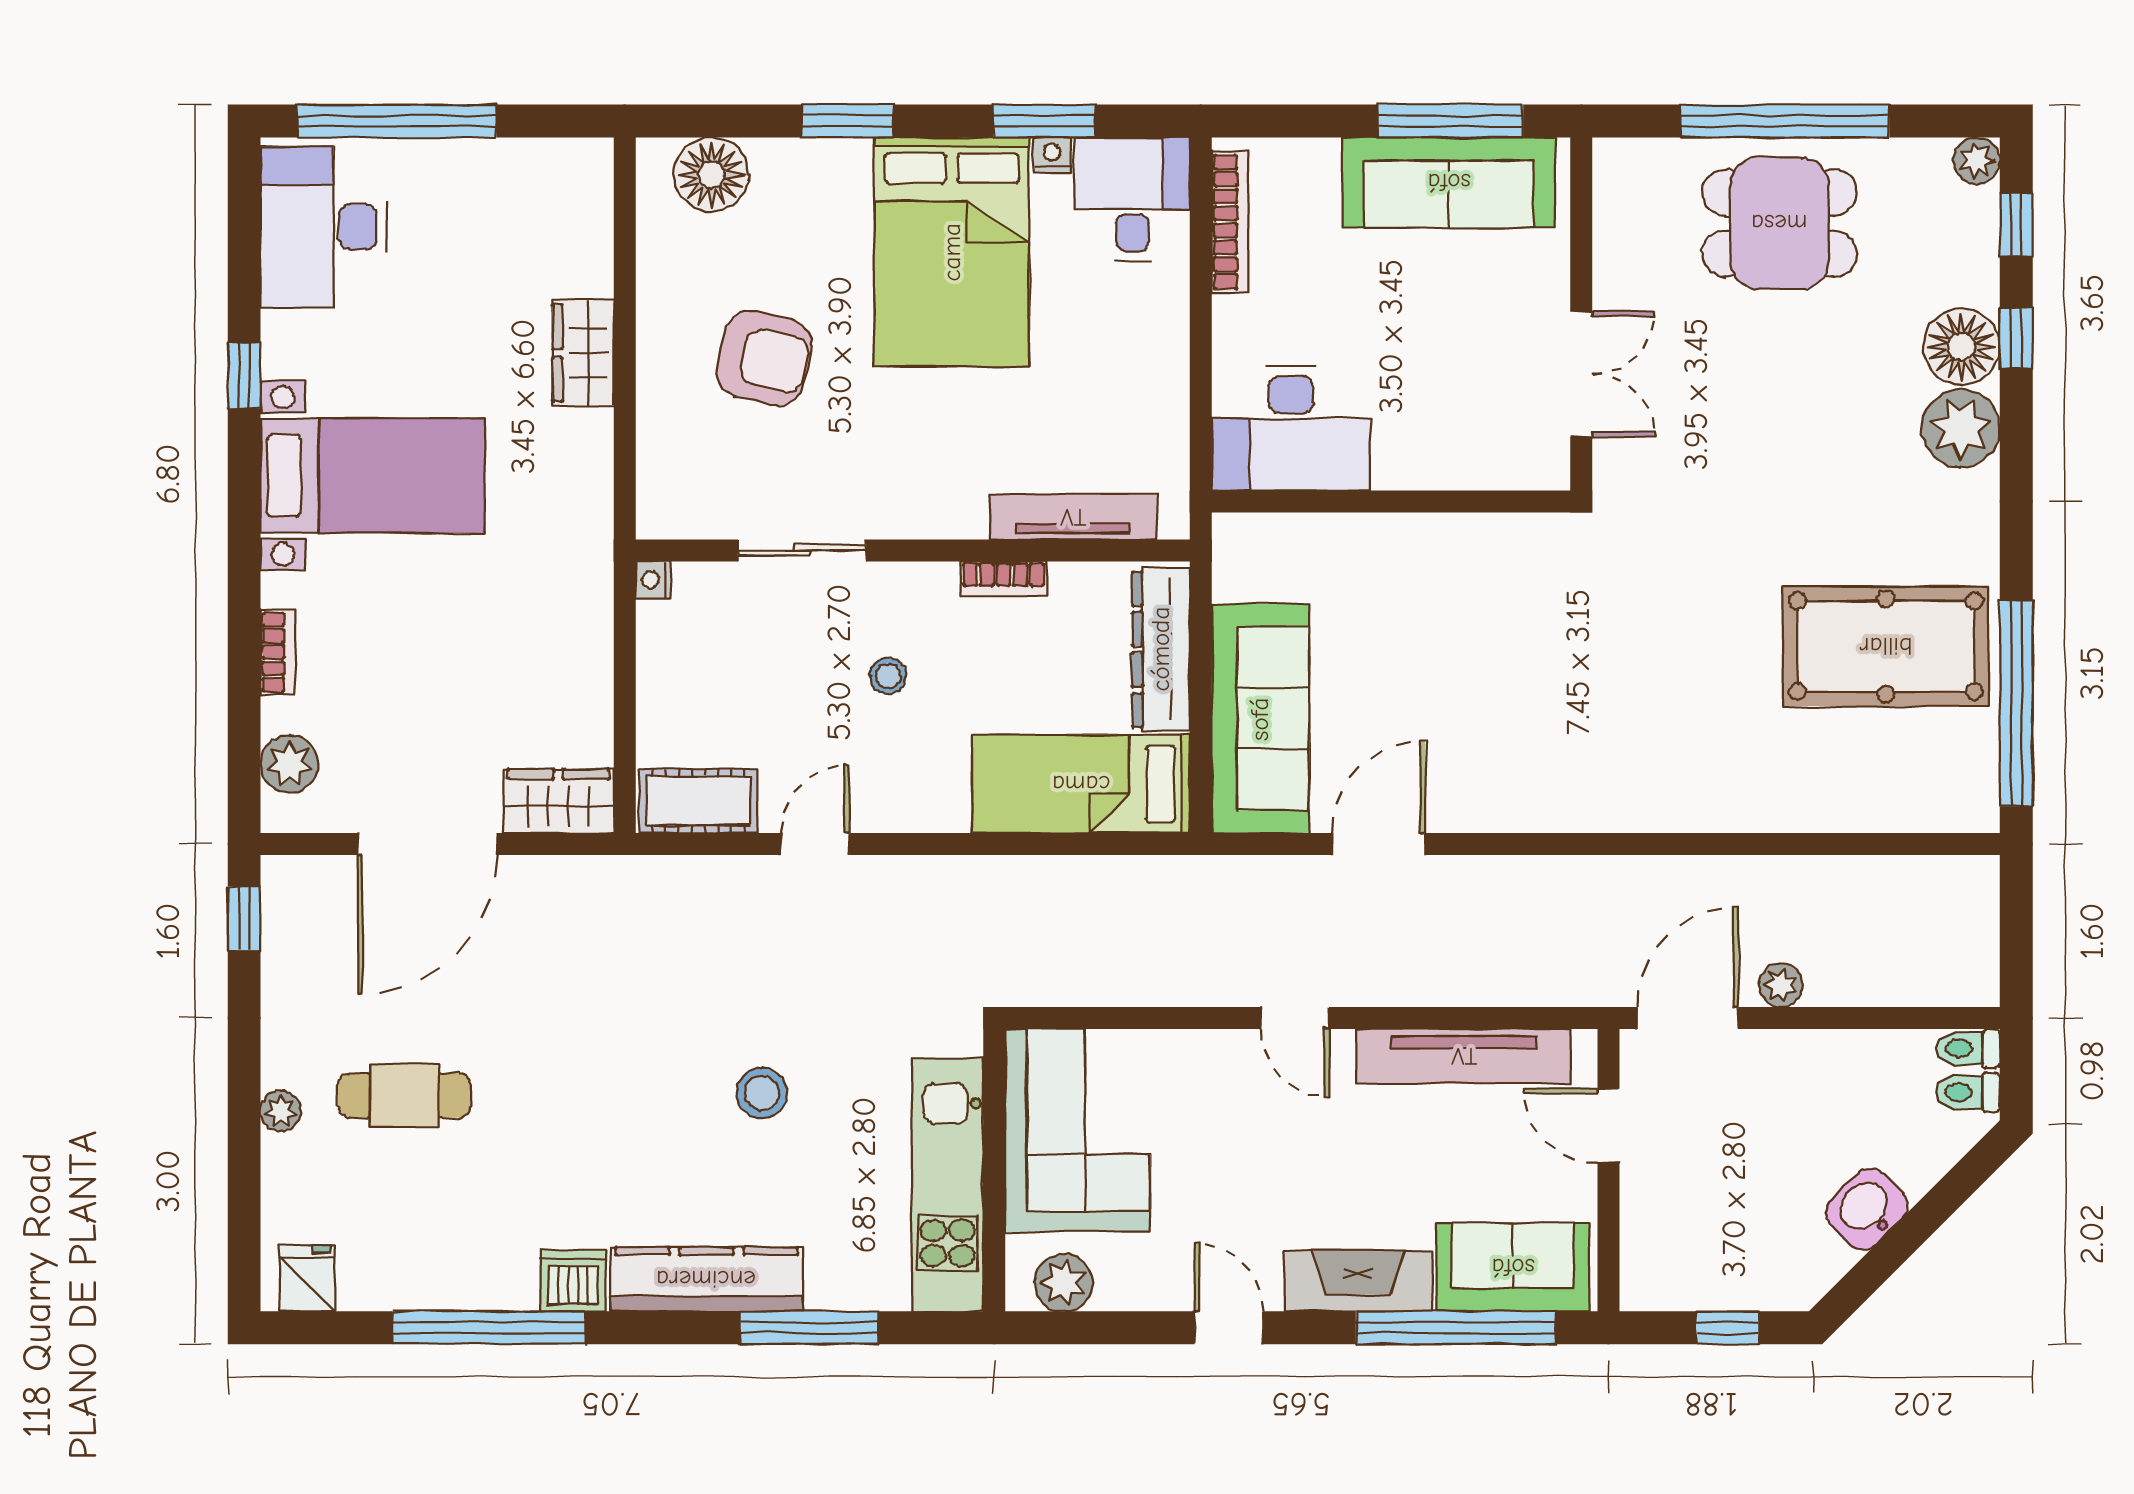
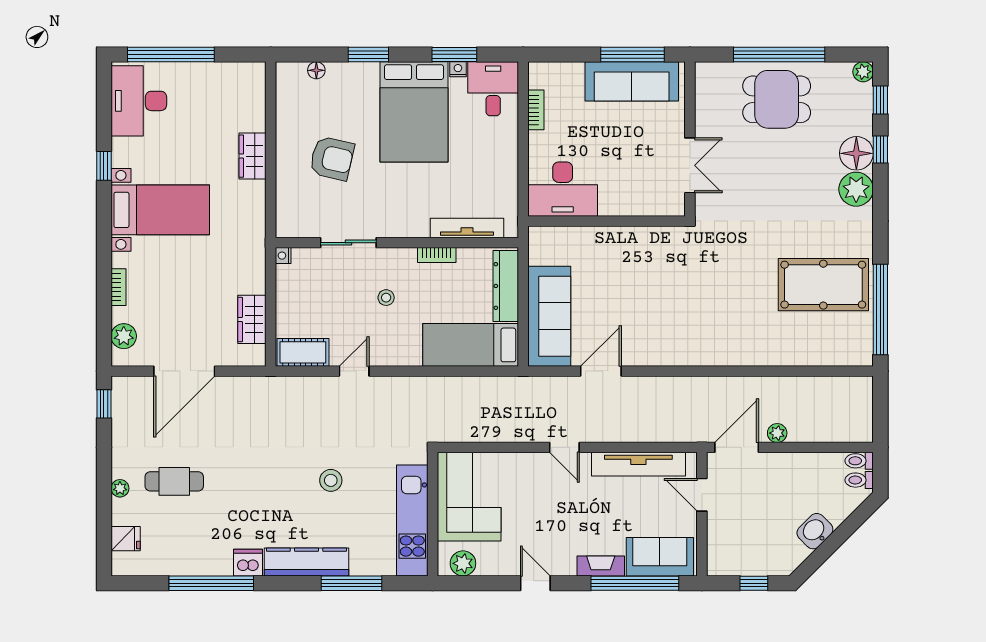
floor lamp: (711, 175) -> (316, 70), width x0.53, depth x0.53
bookcase: (1230, 222) -> (536, 110), width x0.64
wardrobe: (558, 801) -> (252, 319), moved, turned -90
fridge: (307, 1278) -> (126, 539), moved, turned 90
fireplace: (1358, 1281) -> (601, 566), width x0.73, depth x0.76

